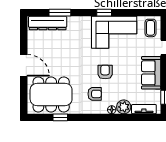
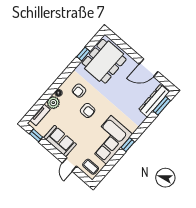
window: (60, 13) -> (162, 106), moved
door: (24, 65) -> (149, 68), moved

